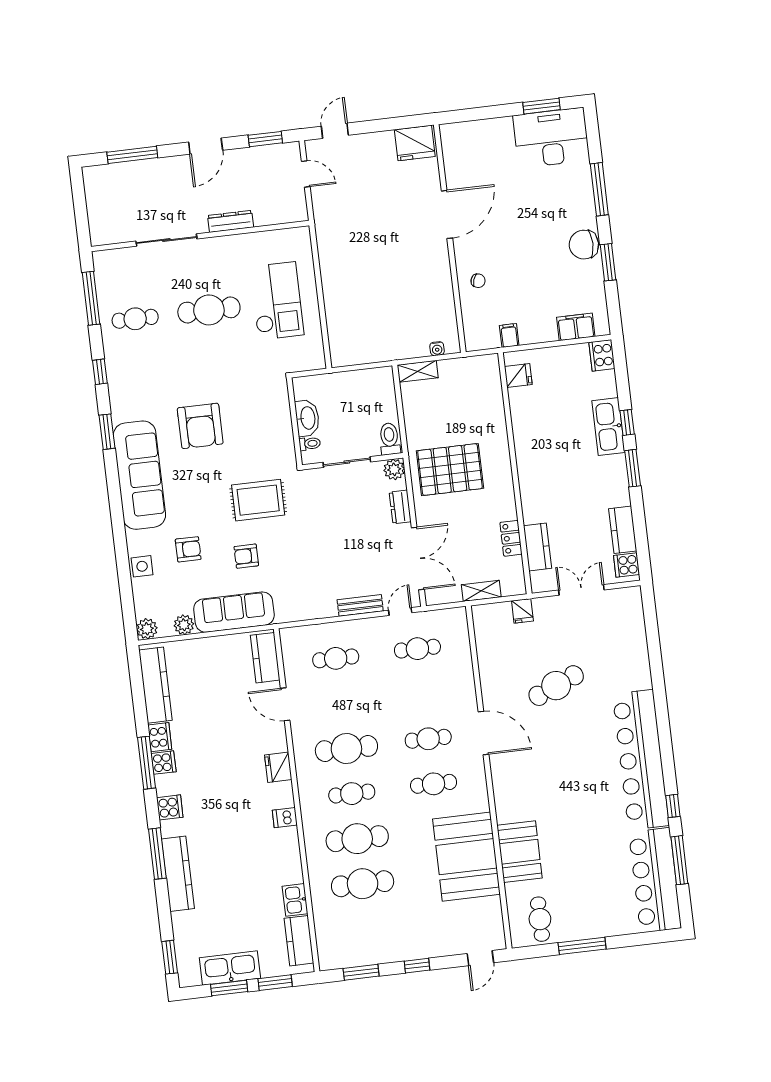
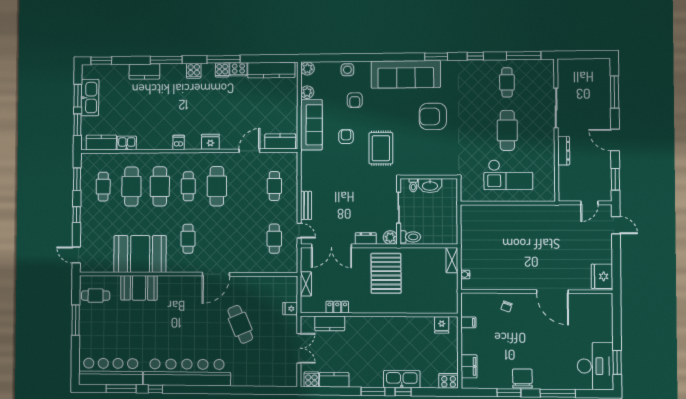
cafe table: (428, 739) -> (103, 187), moved
kitchen counter: (178, 874) -> (144, 72), width x0.67

